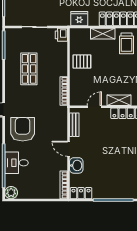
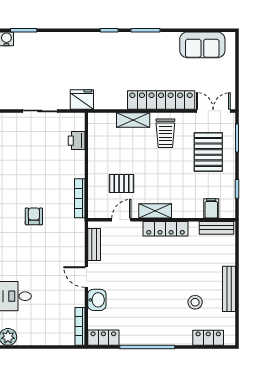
fridge: (79, 19) -> (82, 100), moved
printer: (61, 35) -> (77, 141), moved
pallet: (82, 62) -> (122, 183), moved
shop shelf: (29, 69) -> (32, 168), removed
armchair: (23, 129) -> (34, 216), moved, width x0.53, depth x0.53

